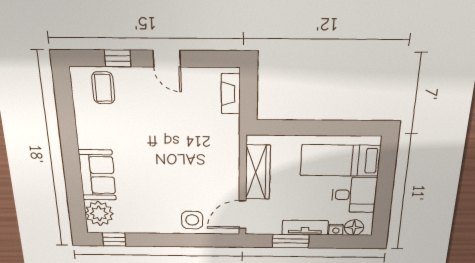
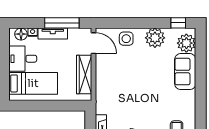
door: (242, 215) -> (94, 43), hinge flipped
plant: (148, 221) -> (155, 38), added
window: (291, 241) -> (62, 23), width x1.44

